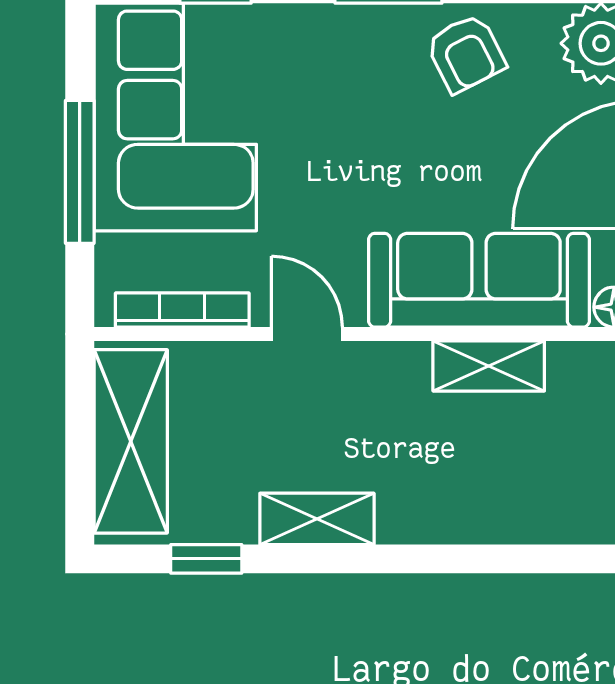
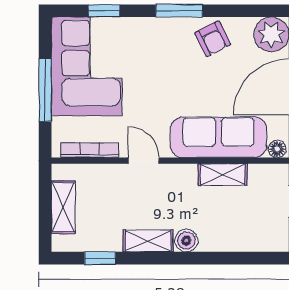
shelving: (131, 441) -> (63, 207), width x0.67, depth x0.75
boiler: (405, 518) -> (186, 241), added

